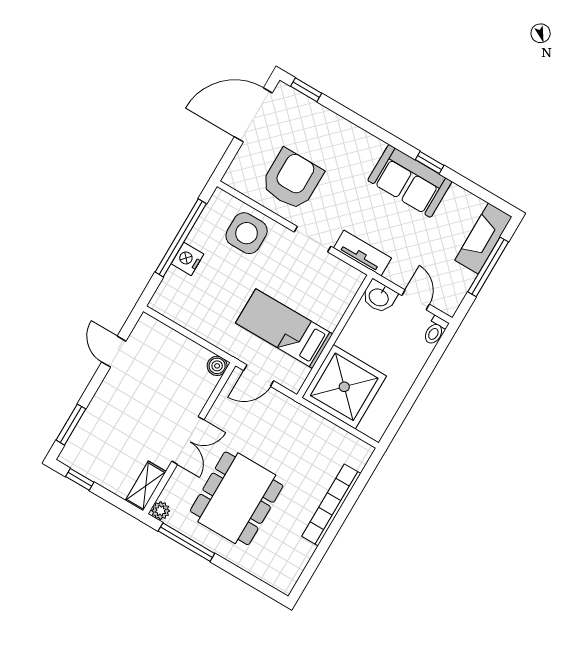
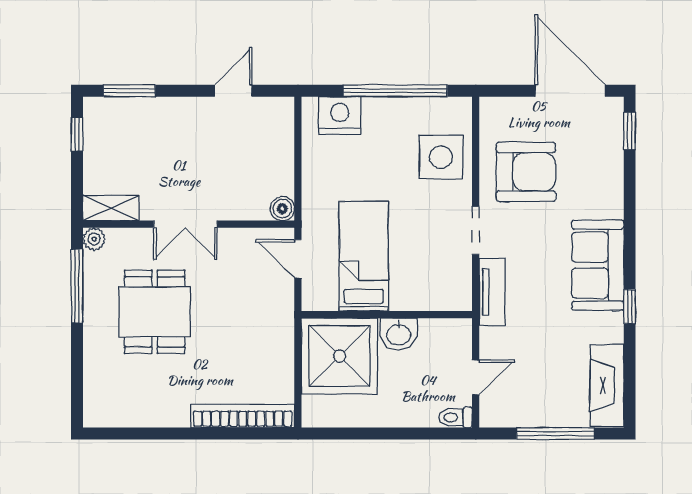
sofa: (410, 181) -> (598, 265), moved
fireplace: (483, 238) -> (607, 386), moved, turned -90
nightstand: (188, 259) -> (340, 116), moved, width x1.36, depth x1.33
washbasin: (379, 297) -> (399, 334), moved, turned -90
dining table: (237, 498) -> (155, 312), width x0.73
bookcase: (331, 505) -> (243, 416), moved

